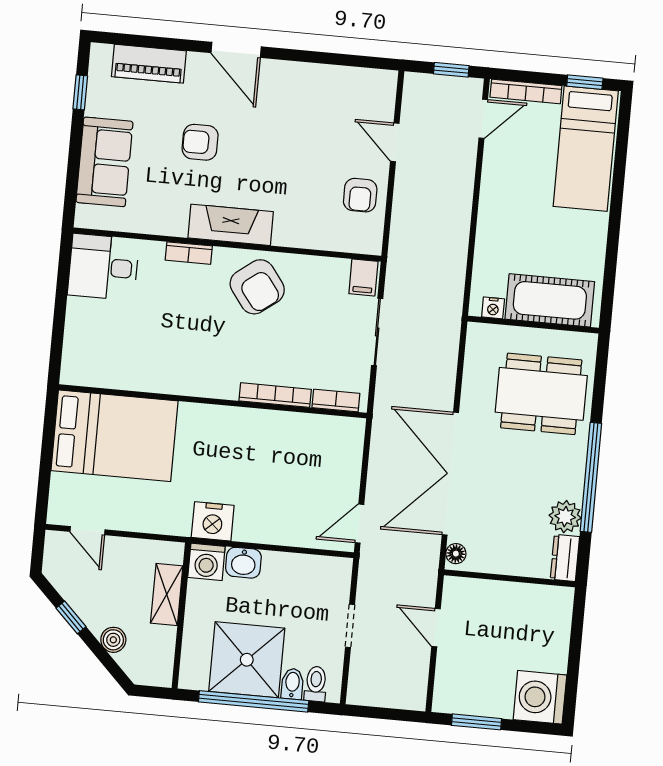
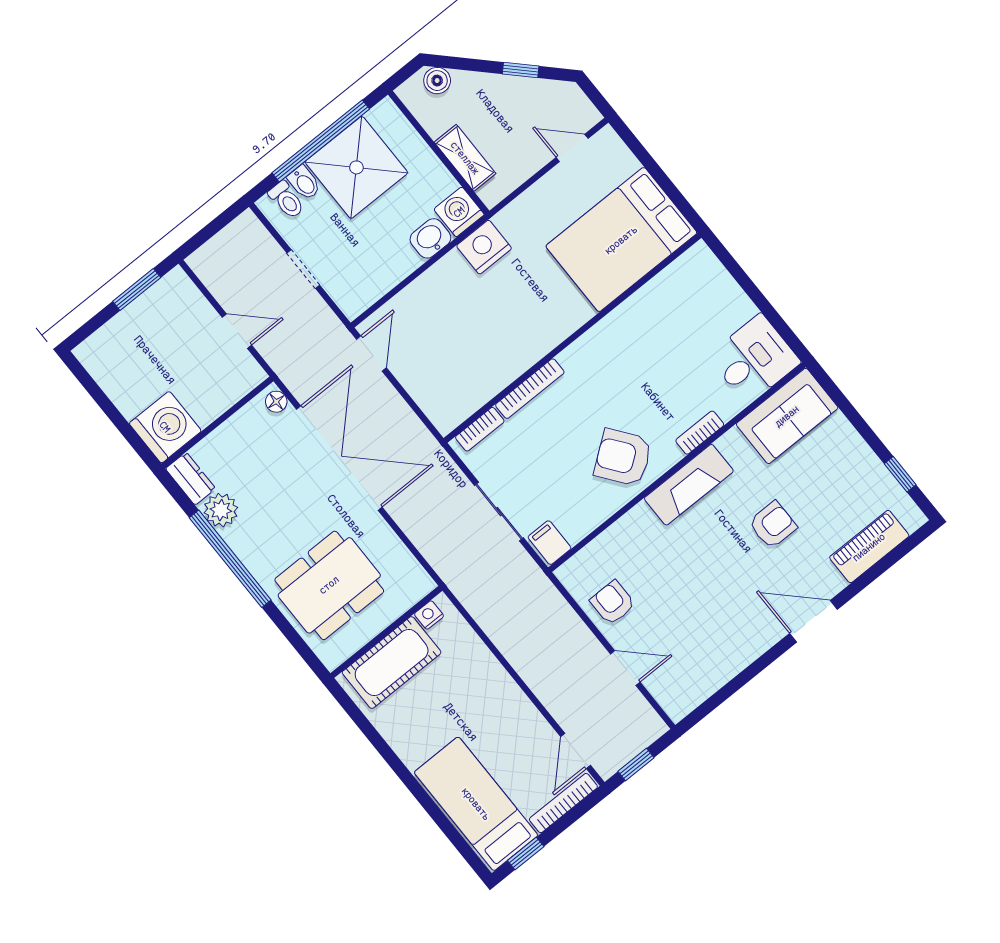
sofa: (104, 162) -> (787, 416), moved, turned -90
boiler: (113, 640) -> (437, 81), moved
washing machine: (540, 697) -> (165, 427), moved

